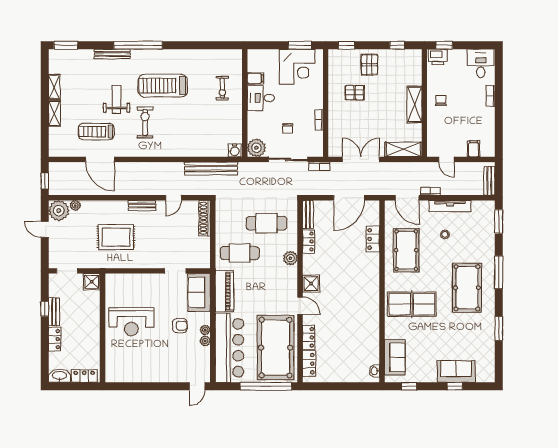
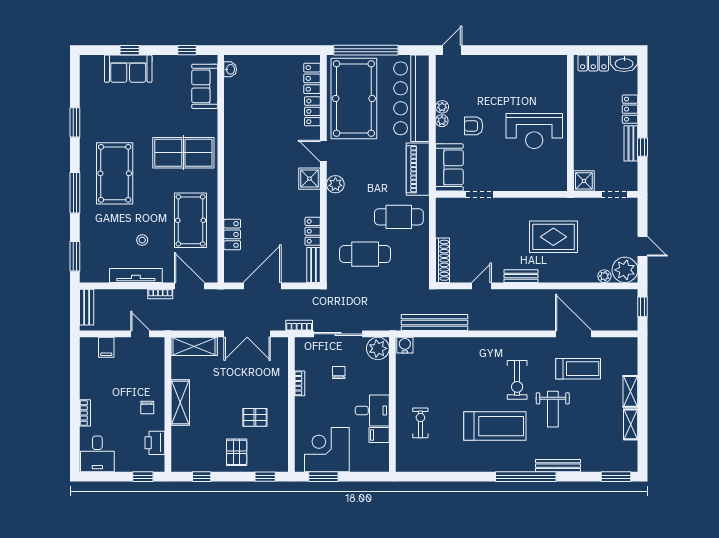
printer: (438, 57) -> (155, 443), moved, turned -90
plant: (290, 258) -> (335, 184), moved
reception desk: (131, 322) -> (534, 131), turned 180

